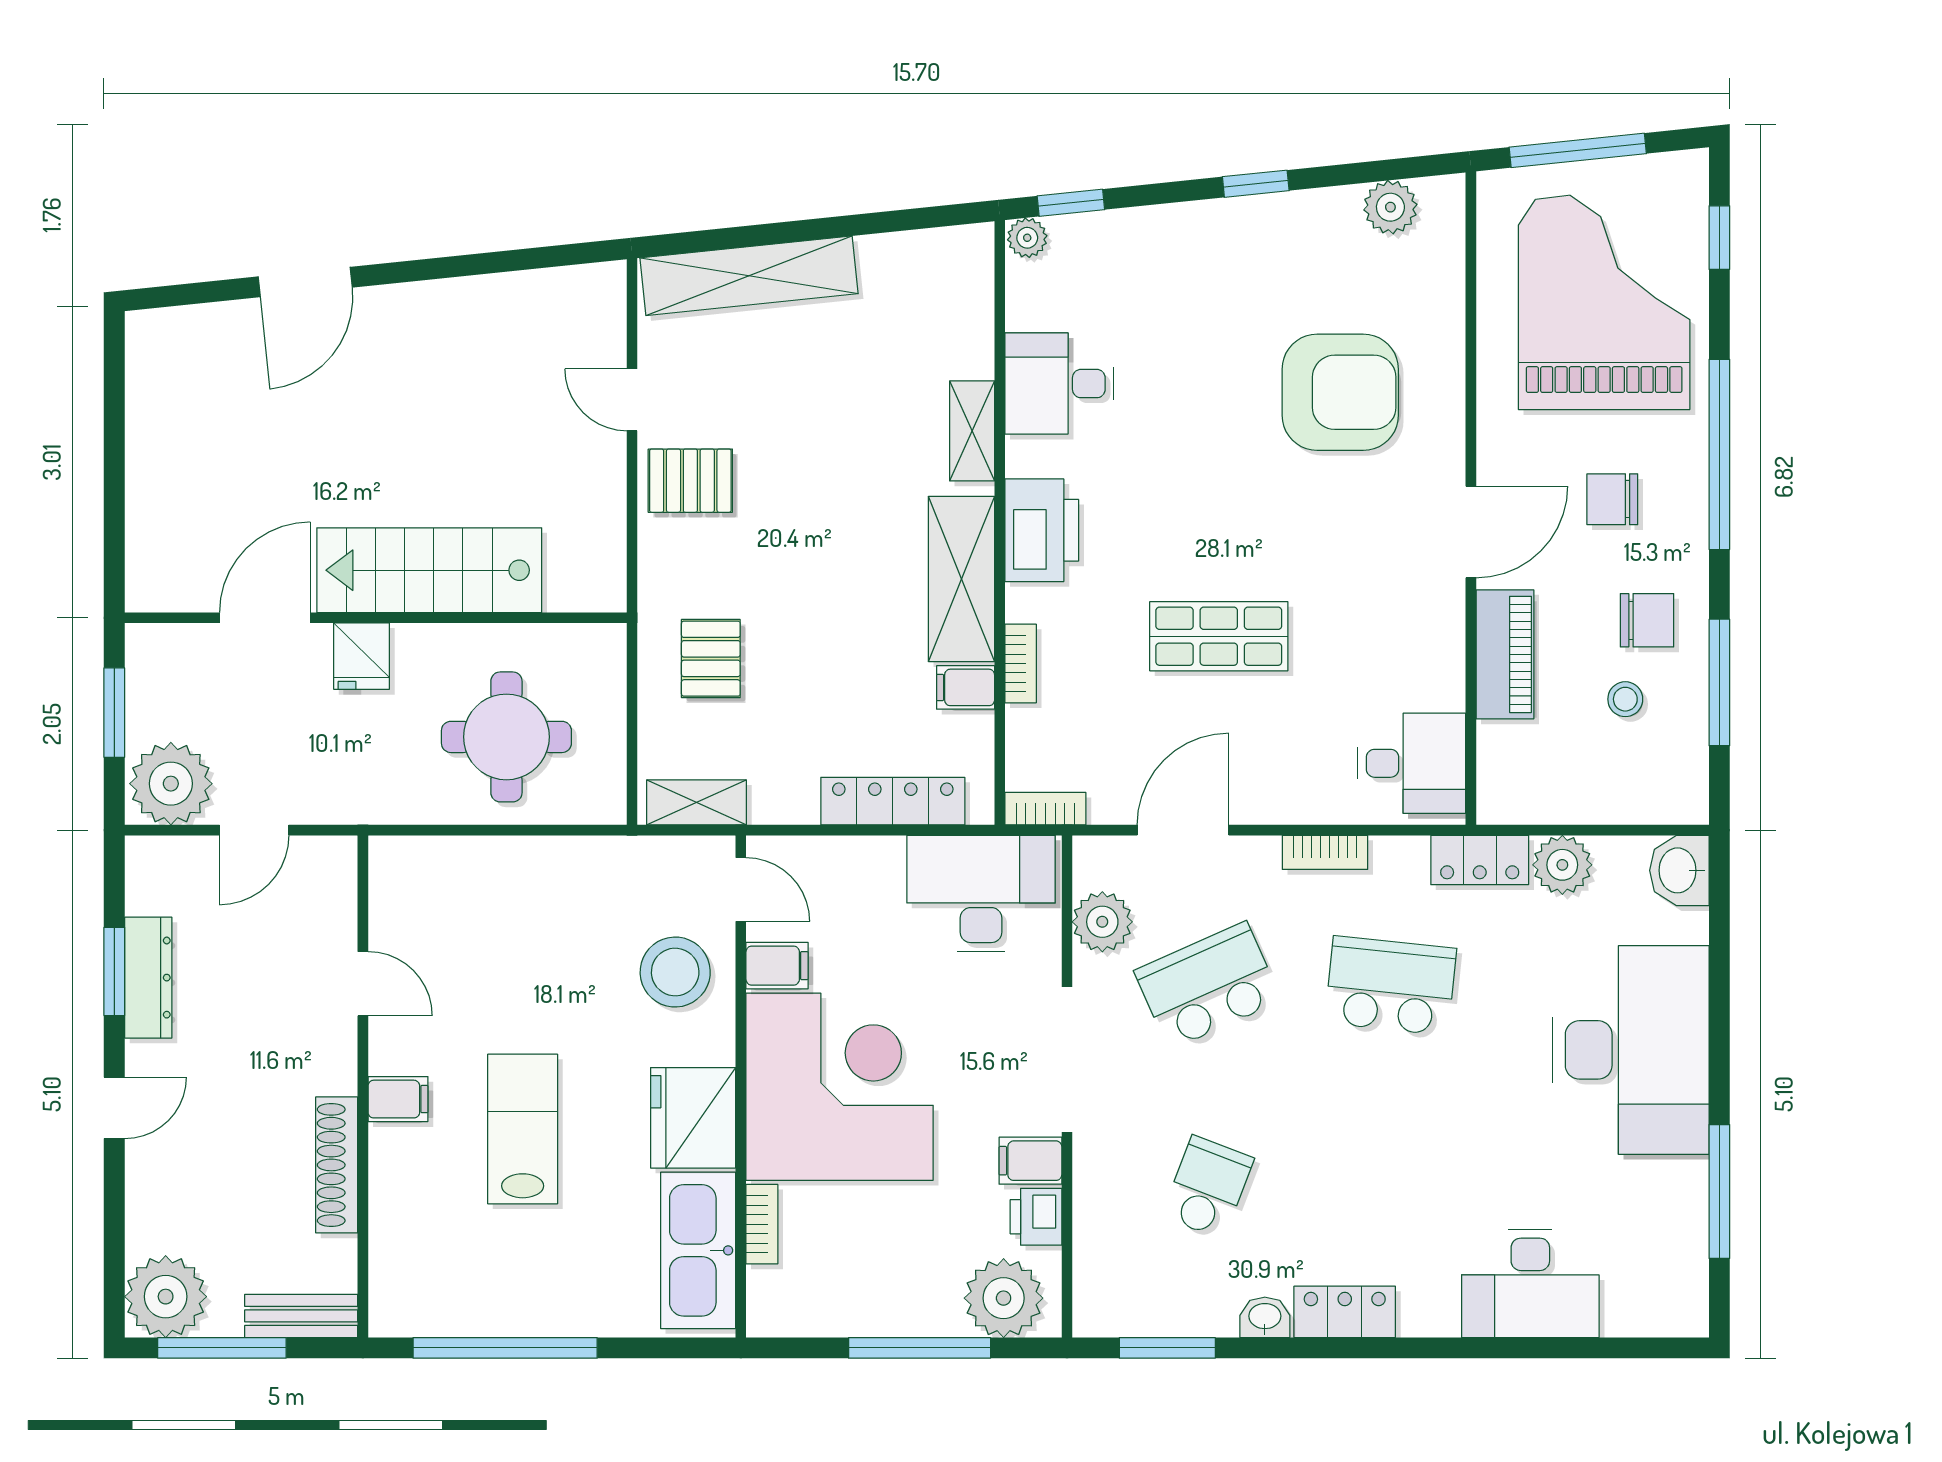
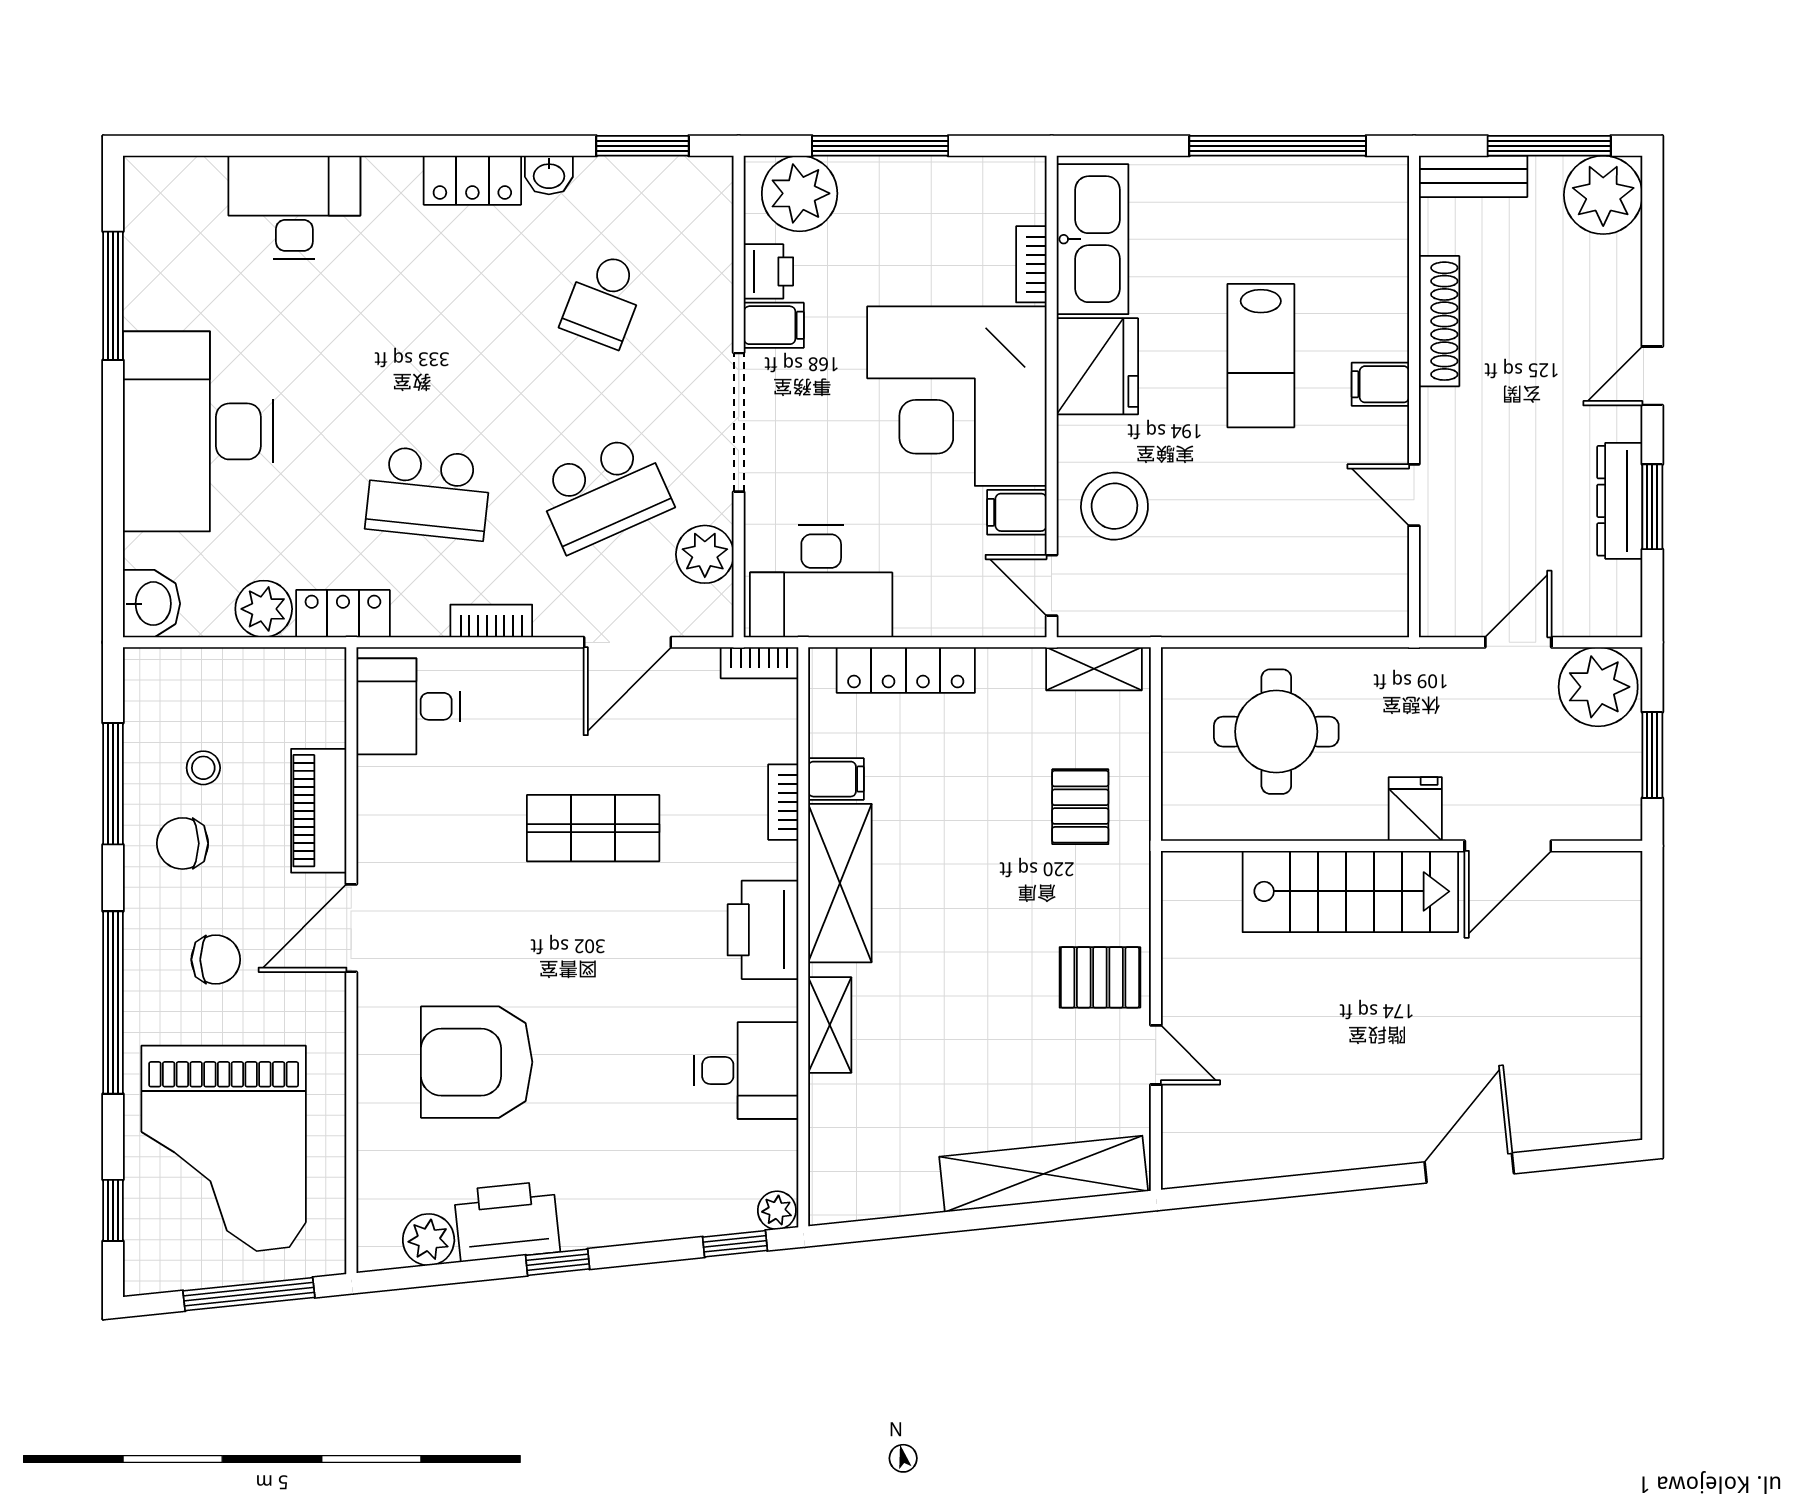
printer: (1309, 226) -> (507, 1221), added

